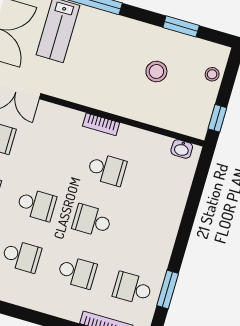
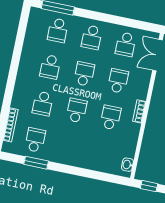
school desk: (51, 153) -> (118, 81), added
school desk: (107, 169) -> (110, 117), turned 180
school desk: (36, 205) -> (84, 74), turned 180

